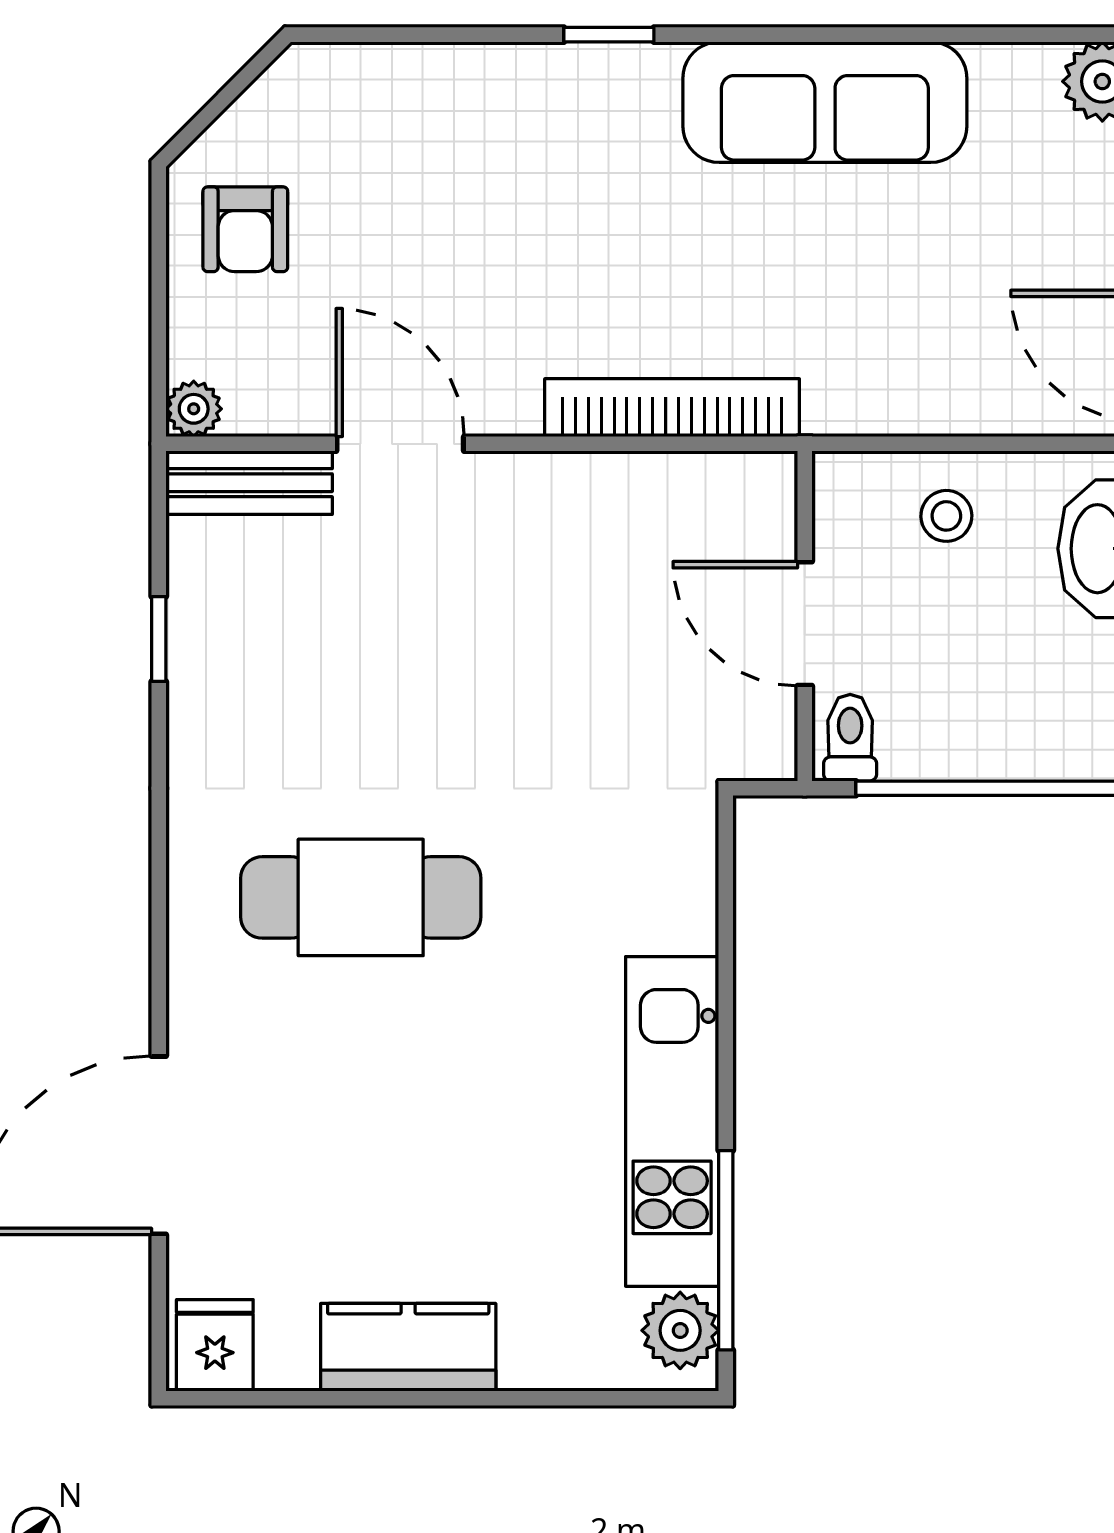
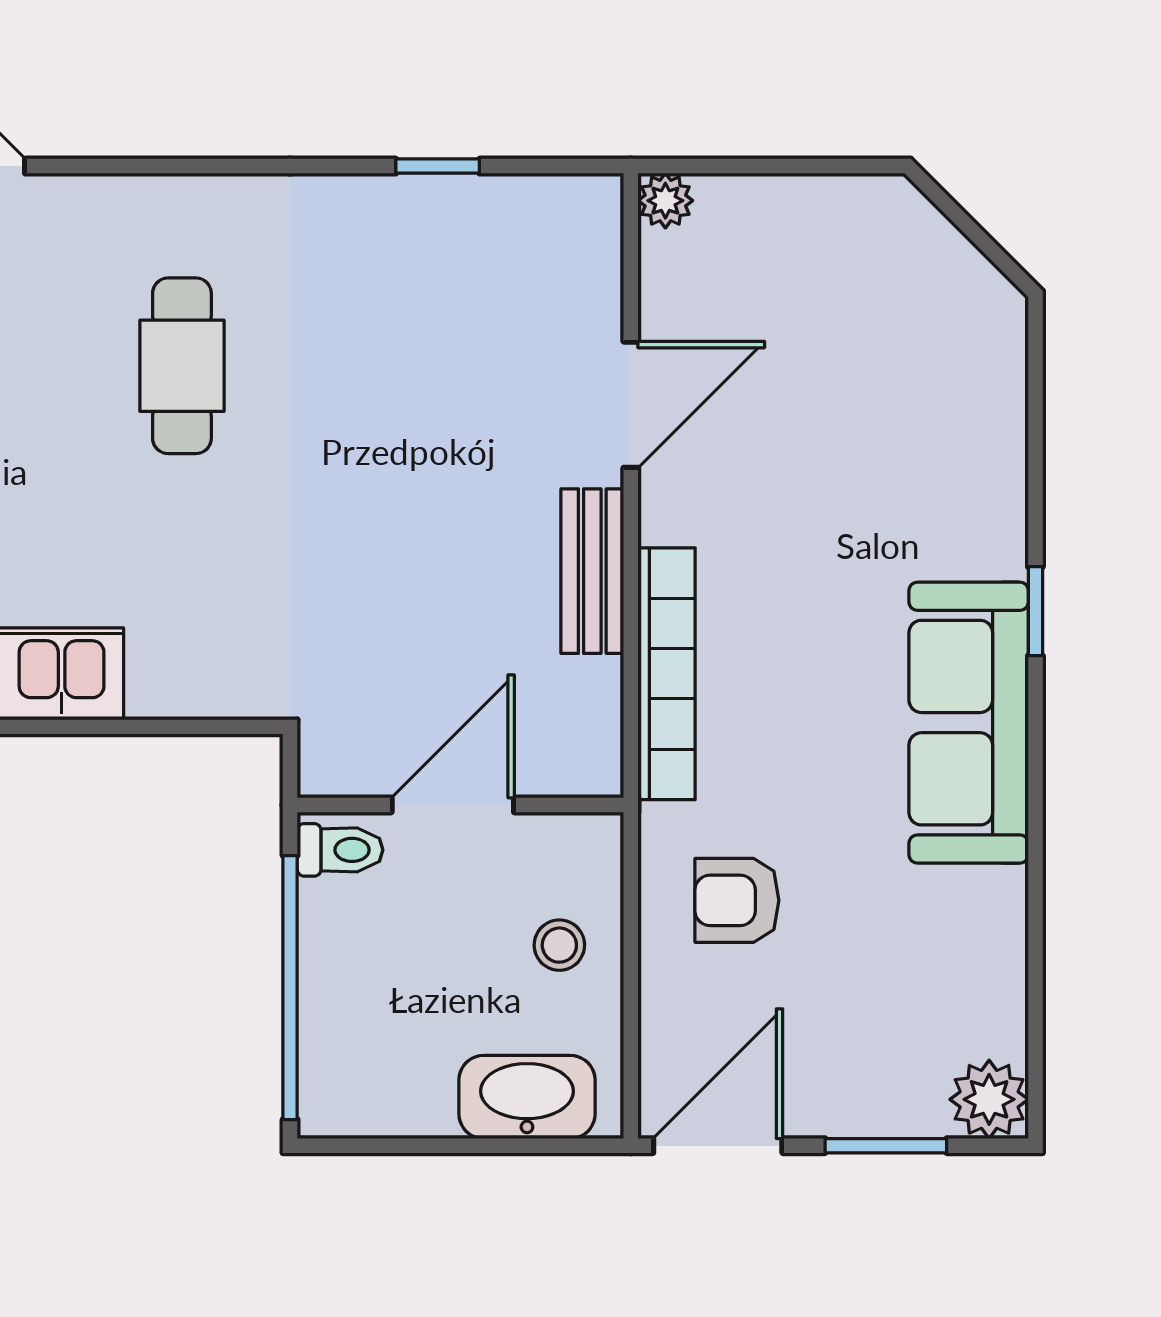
sofa: (825, 102) -> (969, 723), moved
armchair: (245, 229) -> (737, 900), moved
bench: (249, 483) -> (592, 571), moved
cafe table: (361, 897) -> (182, 366), width x0.73, depth x0.74

